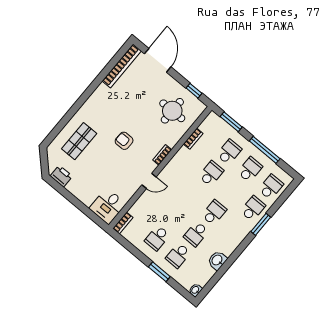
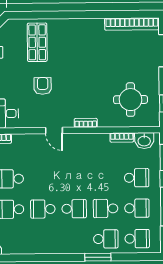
shop shelf: (79, 141) -> (37, 42), turned 90
armchair: (124, 141) -> (43, 86), moved
school desk: (211, 173) -> (106, 208), moved, turned 180
washbasin: (217, 260) -> (144, 141), moved, turned 180

